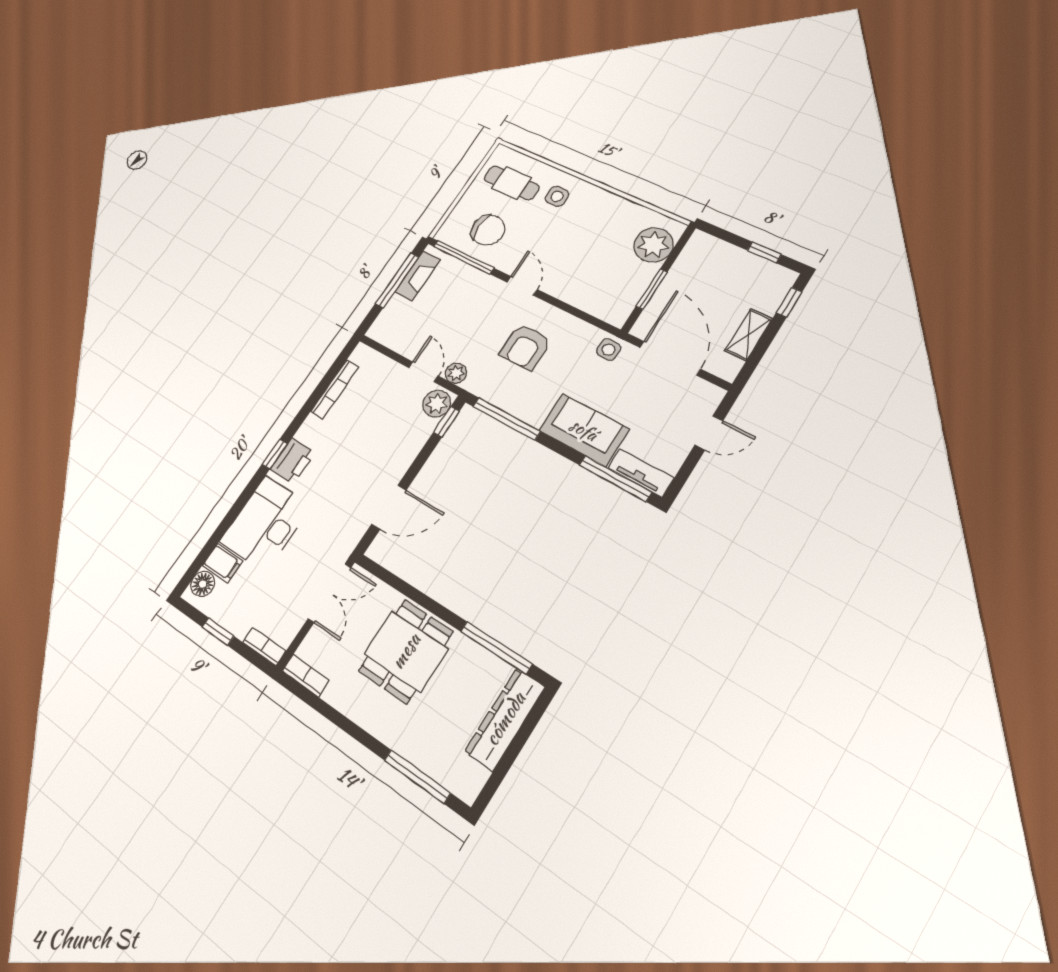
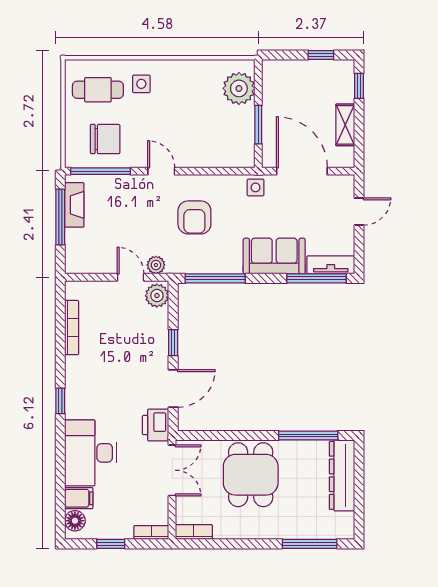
window: (446, 422) -> (173, 343), moved
printer: (293, 461) -> (156, 425), moved, turned 180

